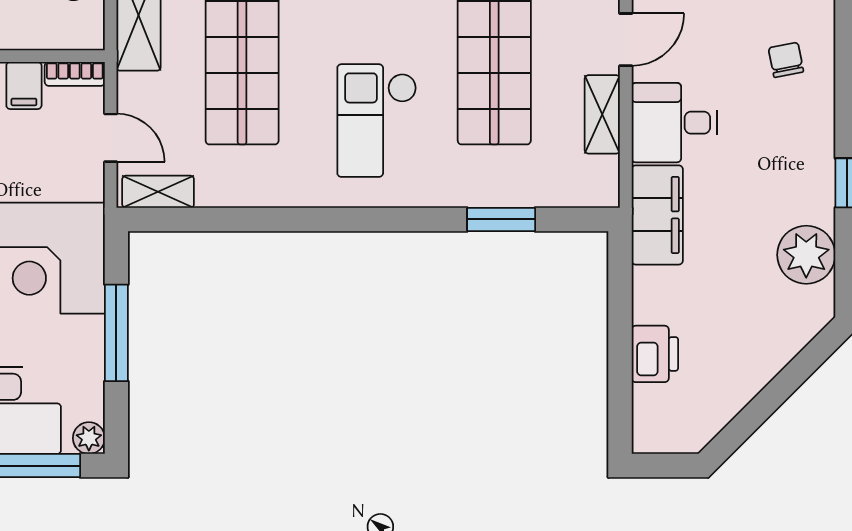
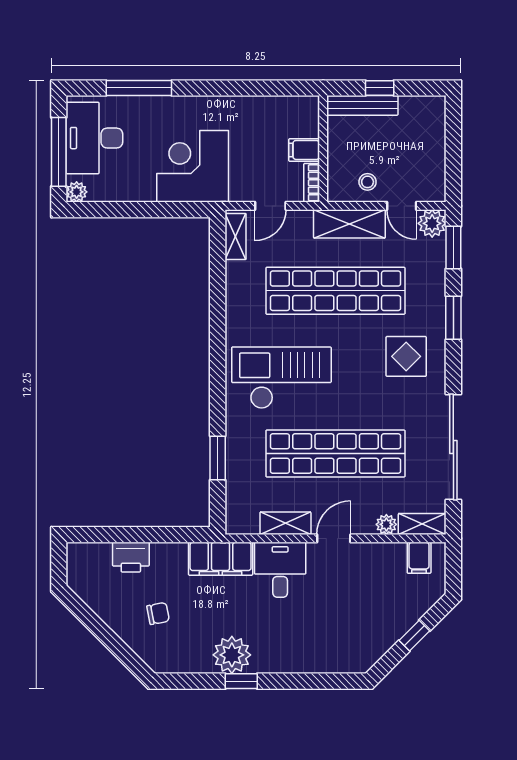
door: (626, 40) -> (334, 538), swing flipped
chair: (786, 60) -> (158, 613), moved
checkout: (377, 121) -> (281, 378), width x1.36, depth x1.21
plant: (806, 255) -> (232, 655), moved
window: (116, 333) -> (144, 210), removed

